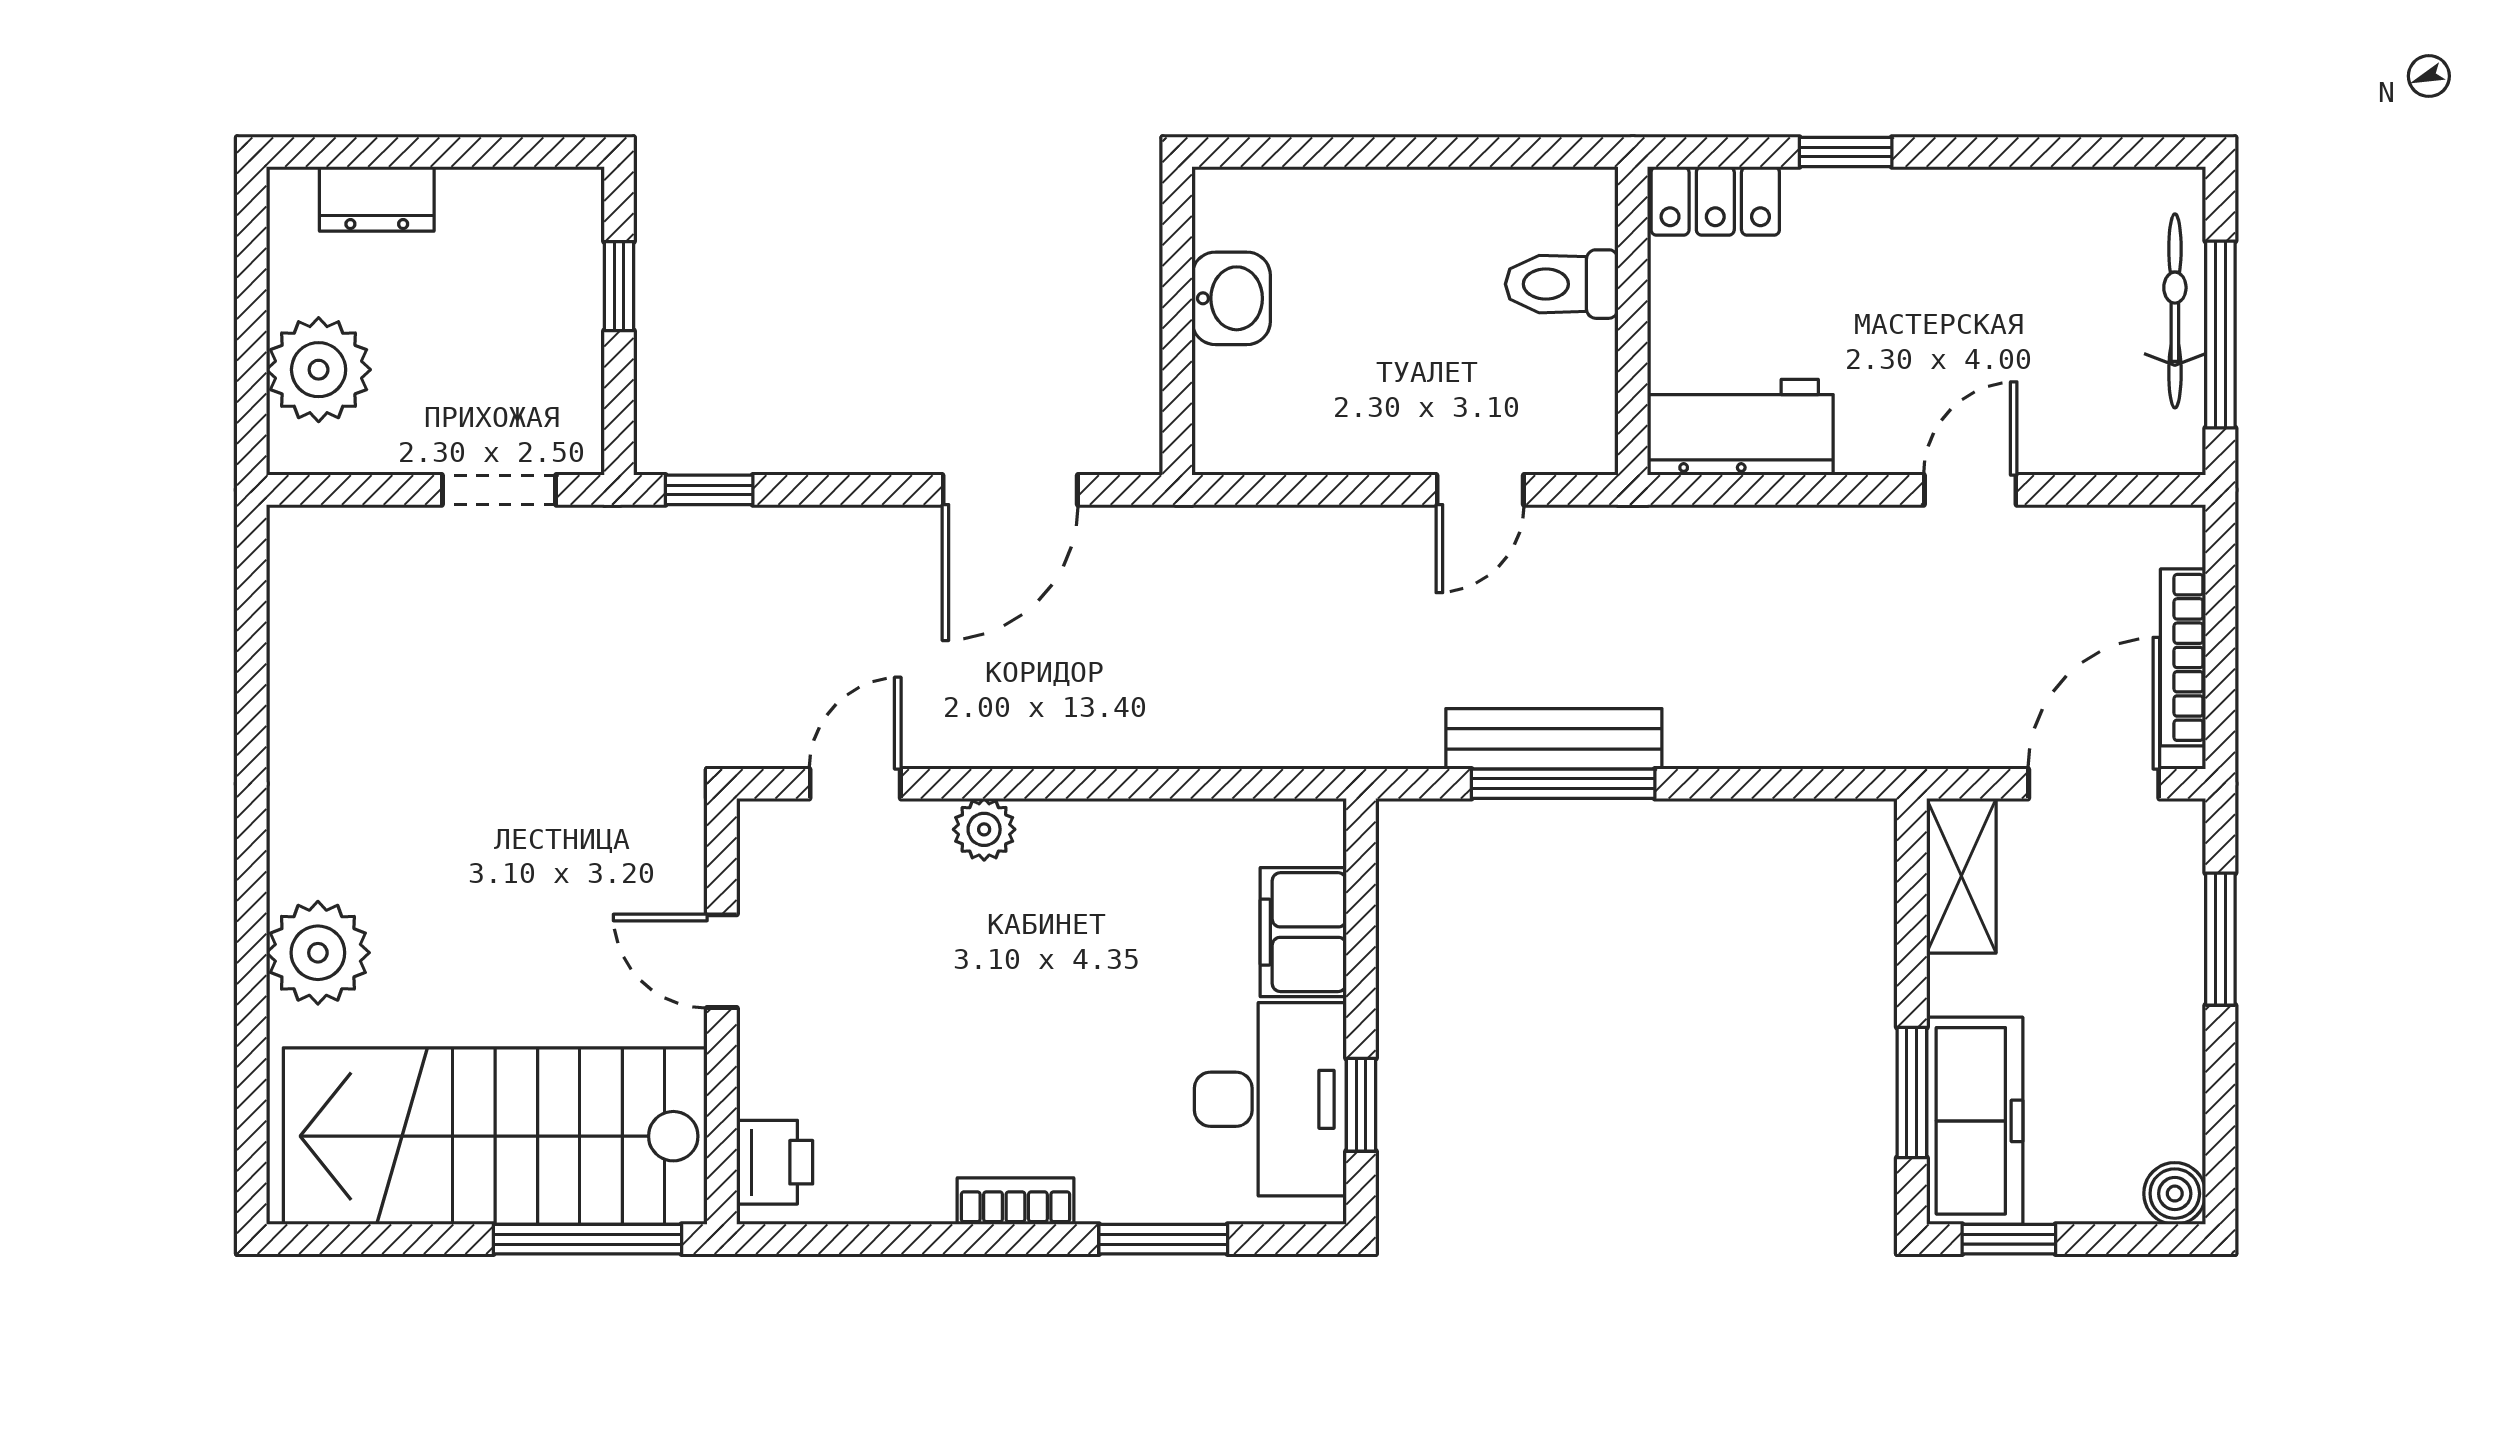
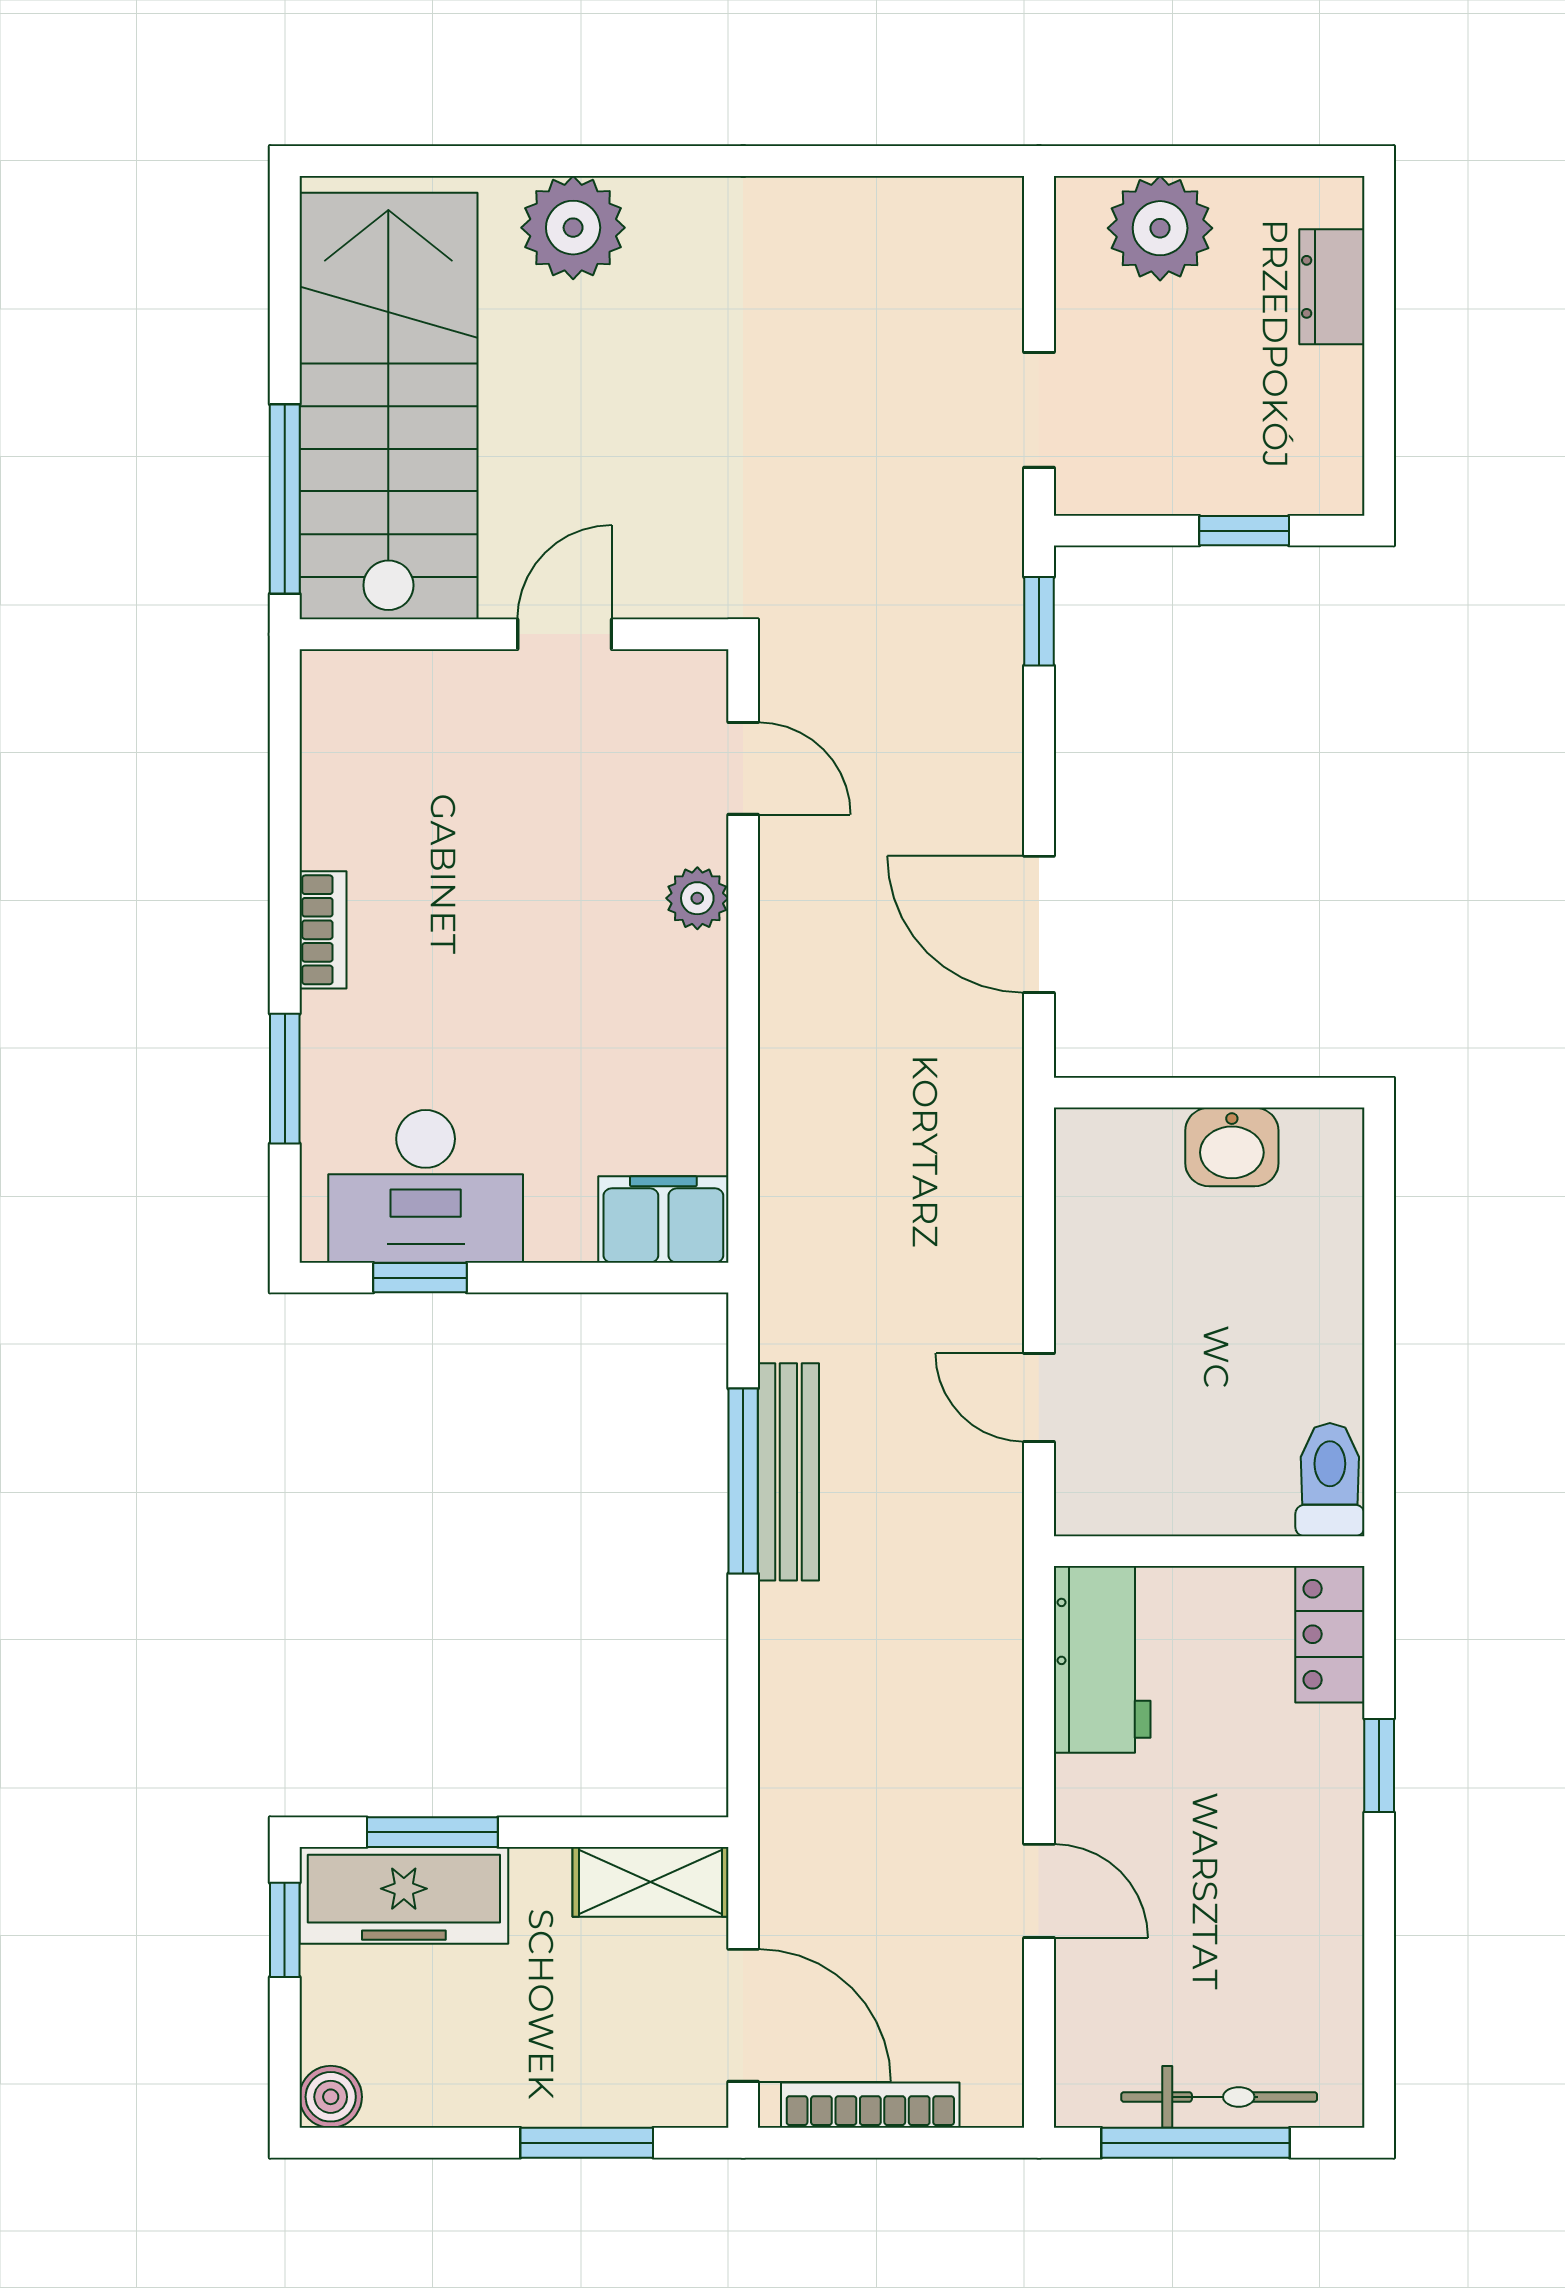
toilet: (1562, 284) -> (1330, 1480), moved
filing cabinet: (1303, 932) -> (663, 1219), moved
printer: (775, 1162) -> (362, 687), removed

